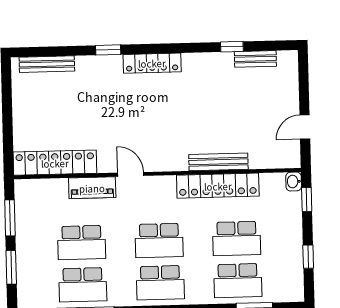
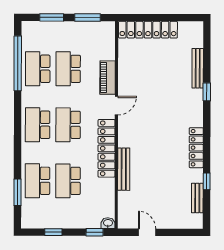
locker: (152, 63) -> (196, 148), moved
bench: (47, 64) -> (198, 68), moved
locker: (55, 163) -> (148, 30), moved, turned 90
locker: (218, 186) -> (107, 148), moved

